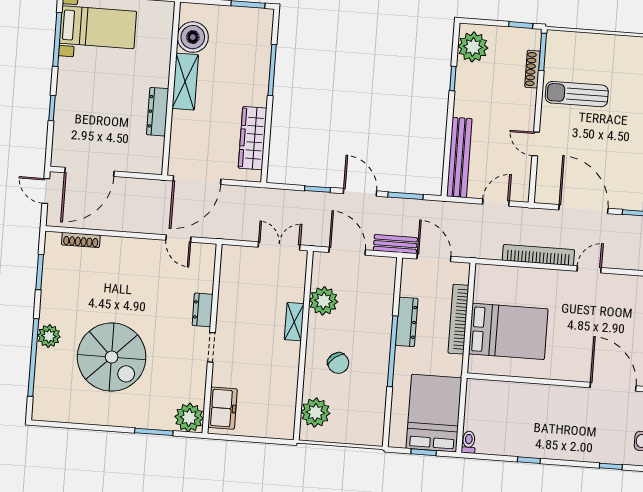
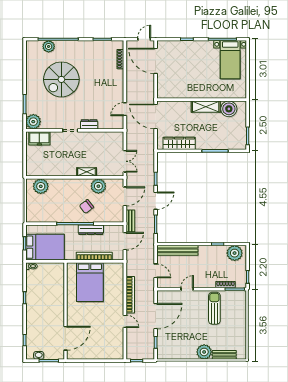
dresser: (158, 112) -> (189, 94), removed
plant: (49, 336) -> (49, 46), moved
chair: (338, 363) -> (86, 207), moved

